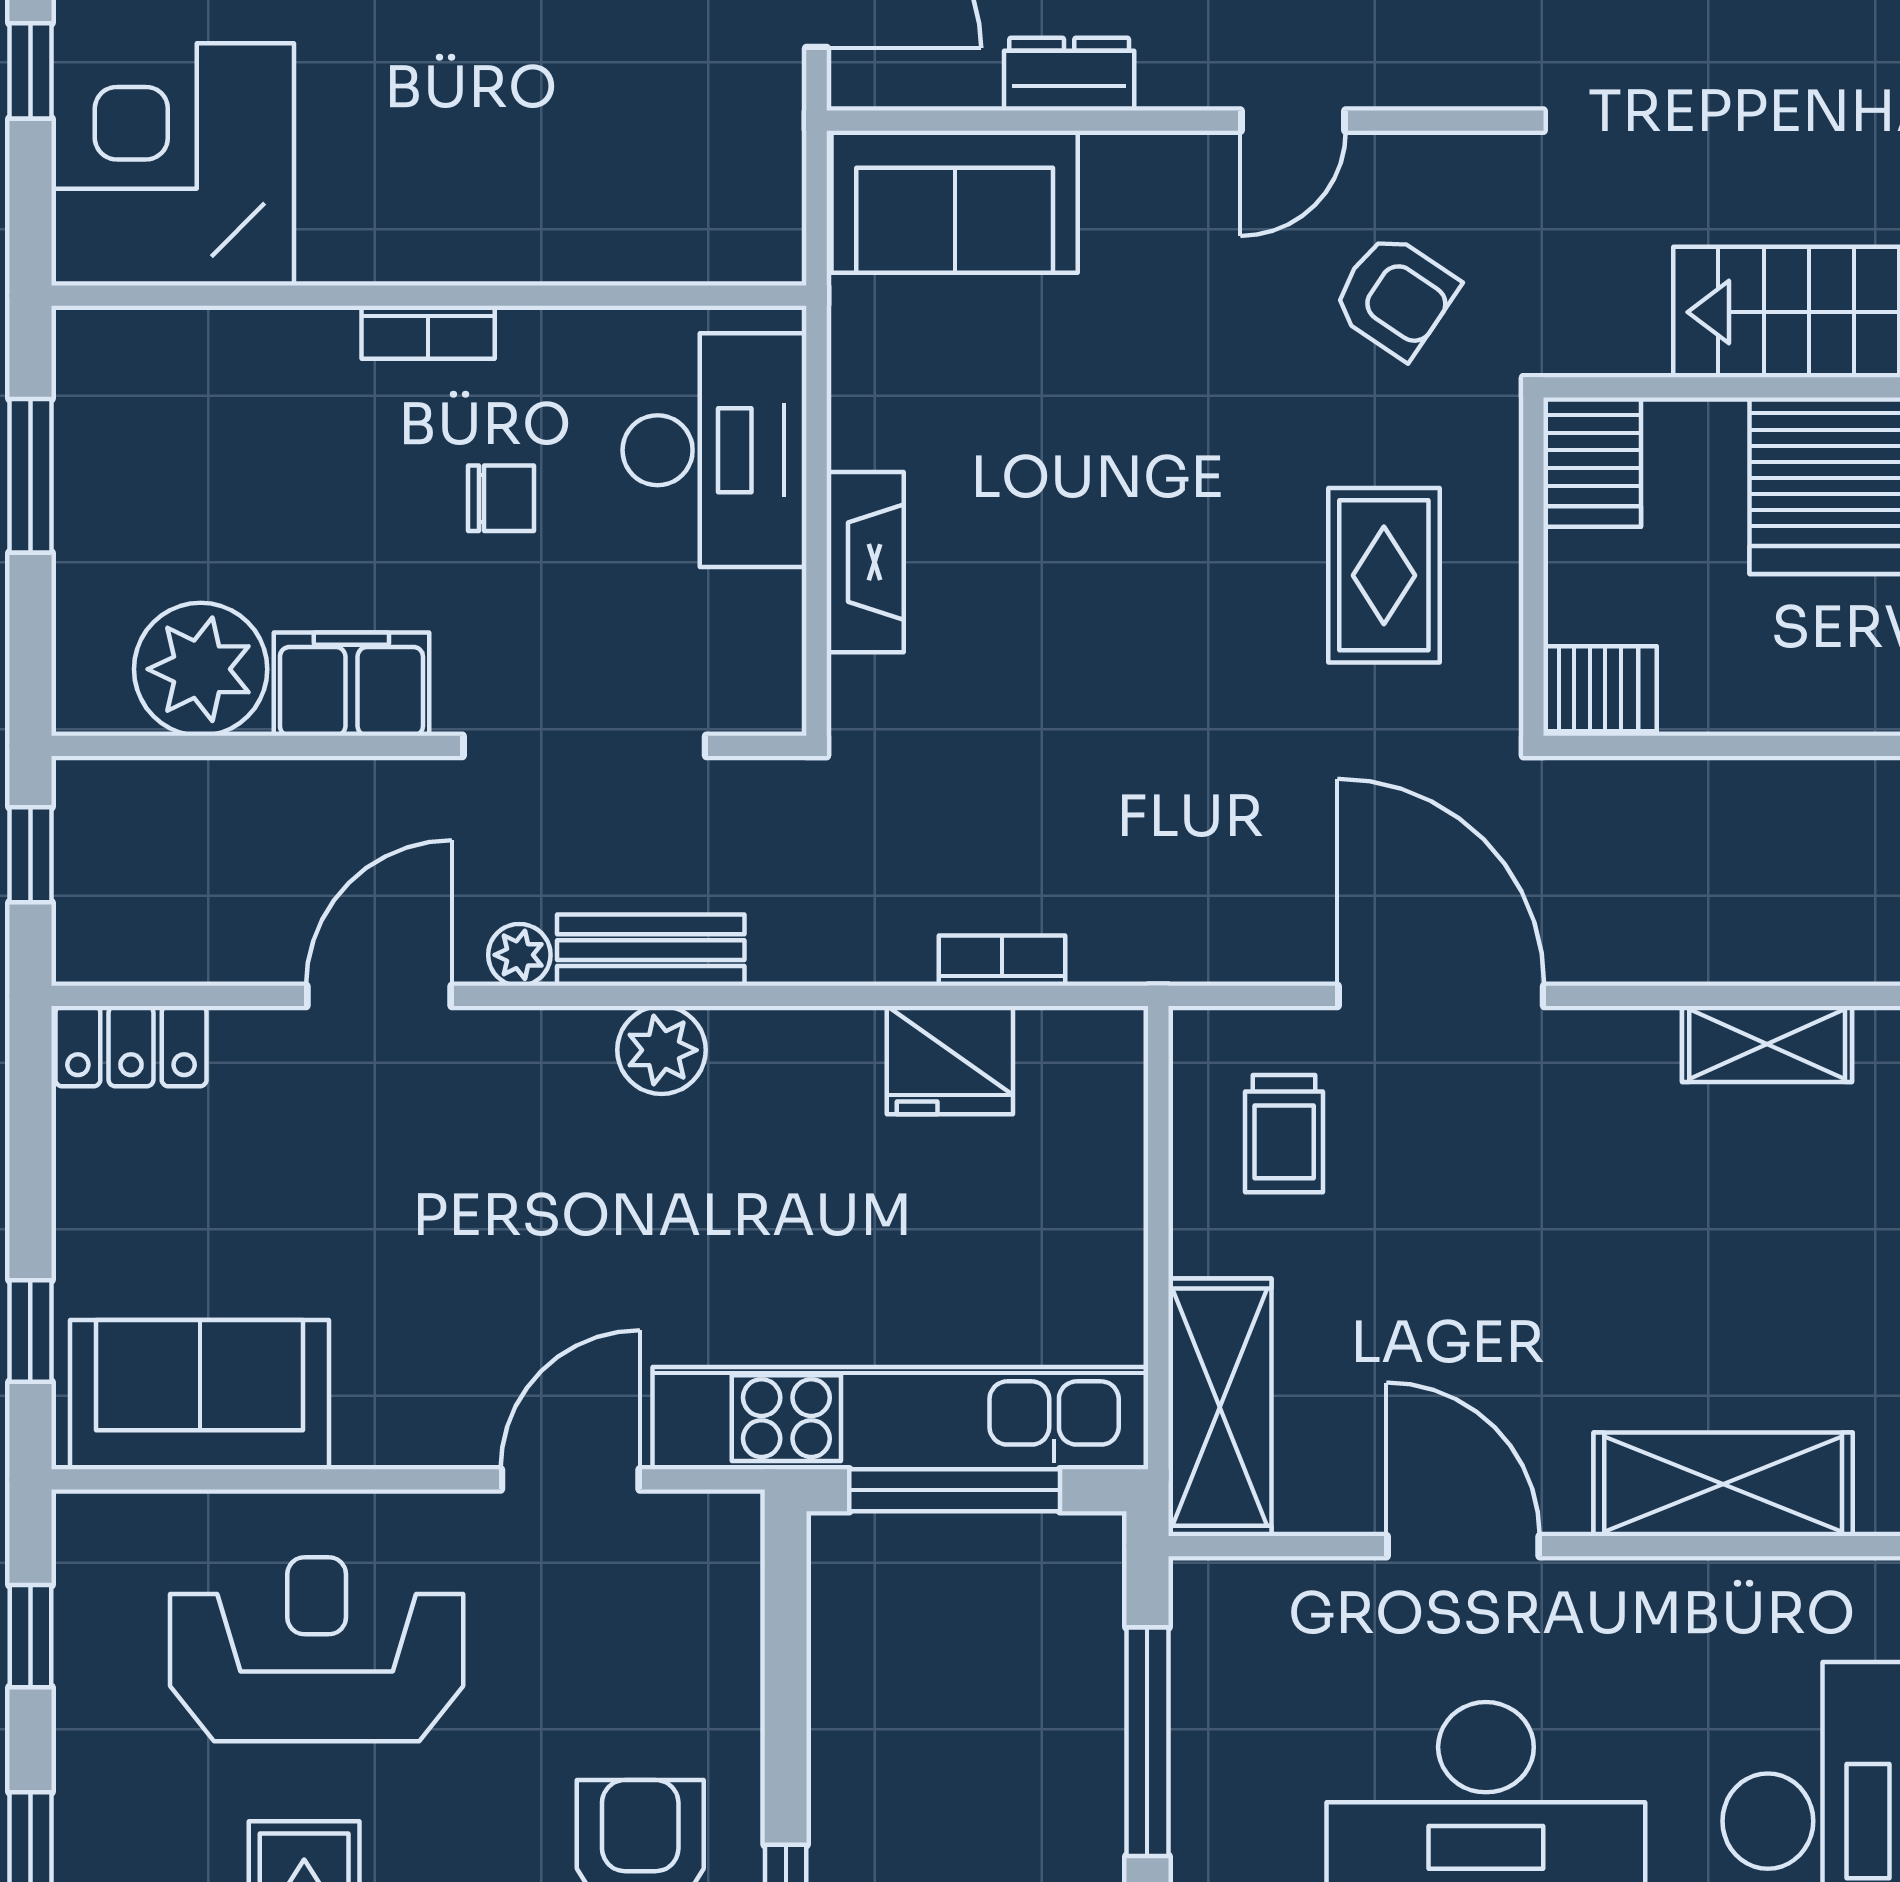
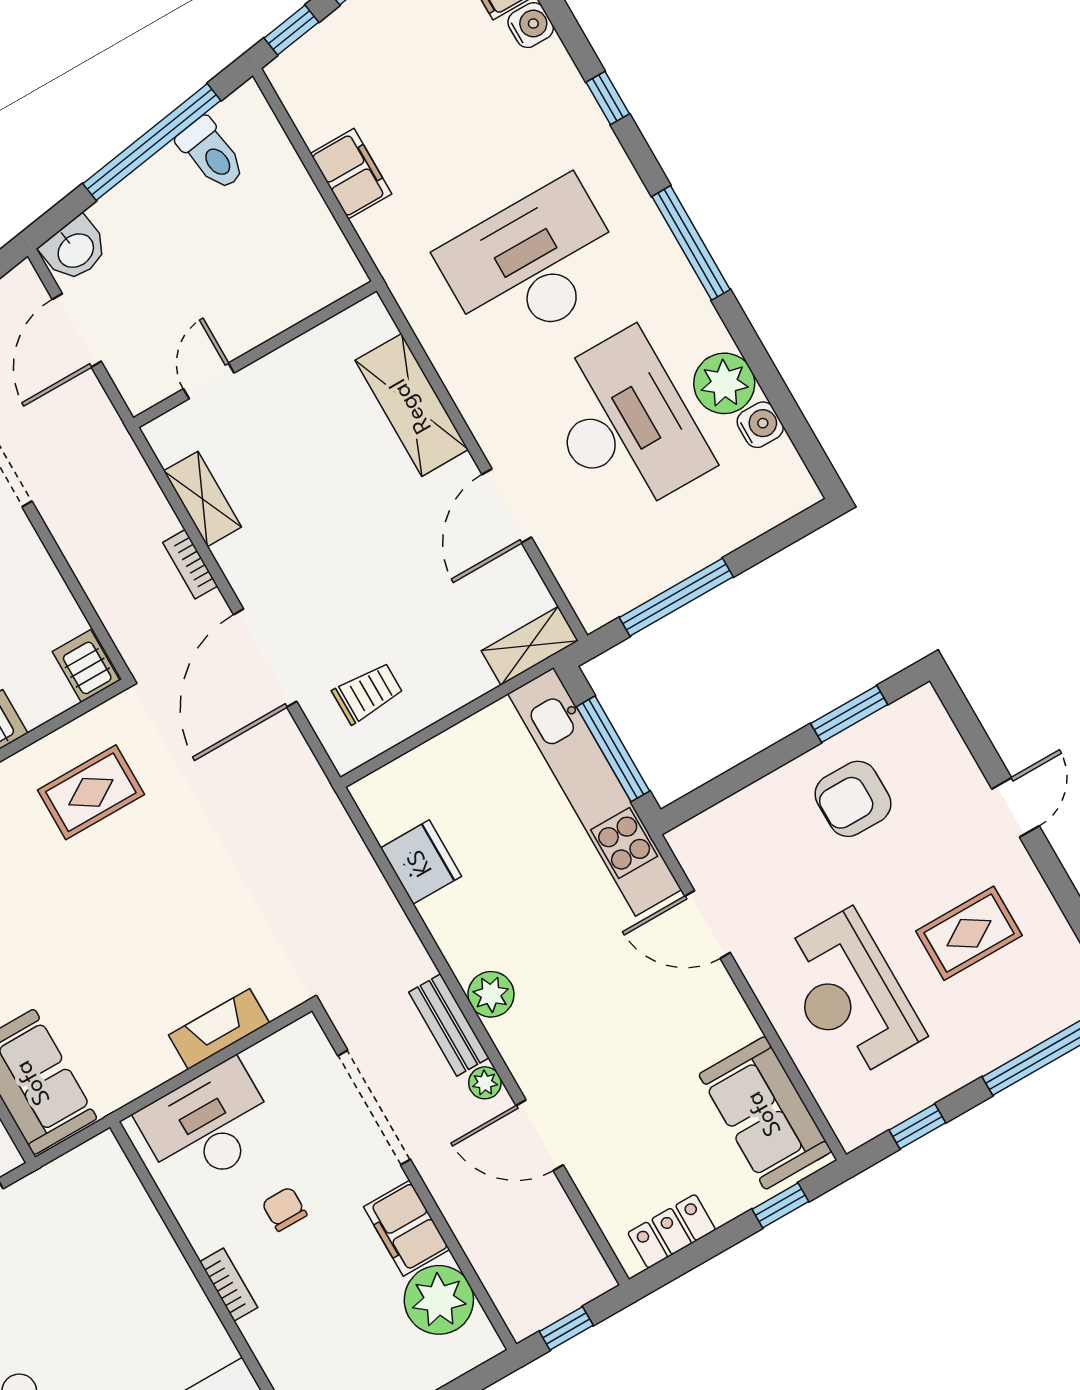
bookcase: (1002, 961) -> (190, 564), moved
locker: (131, 1046) -> (672, 1231), moved, turned -90
shelving: (1220, 1407) -> (530, 646), width x0.67, depth x0.75

